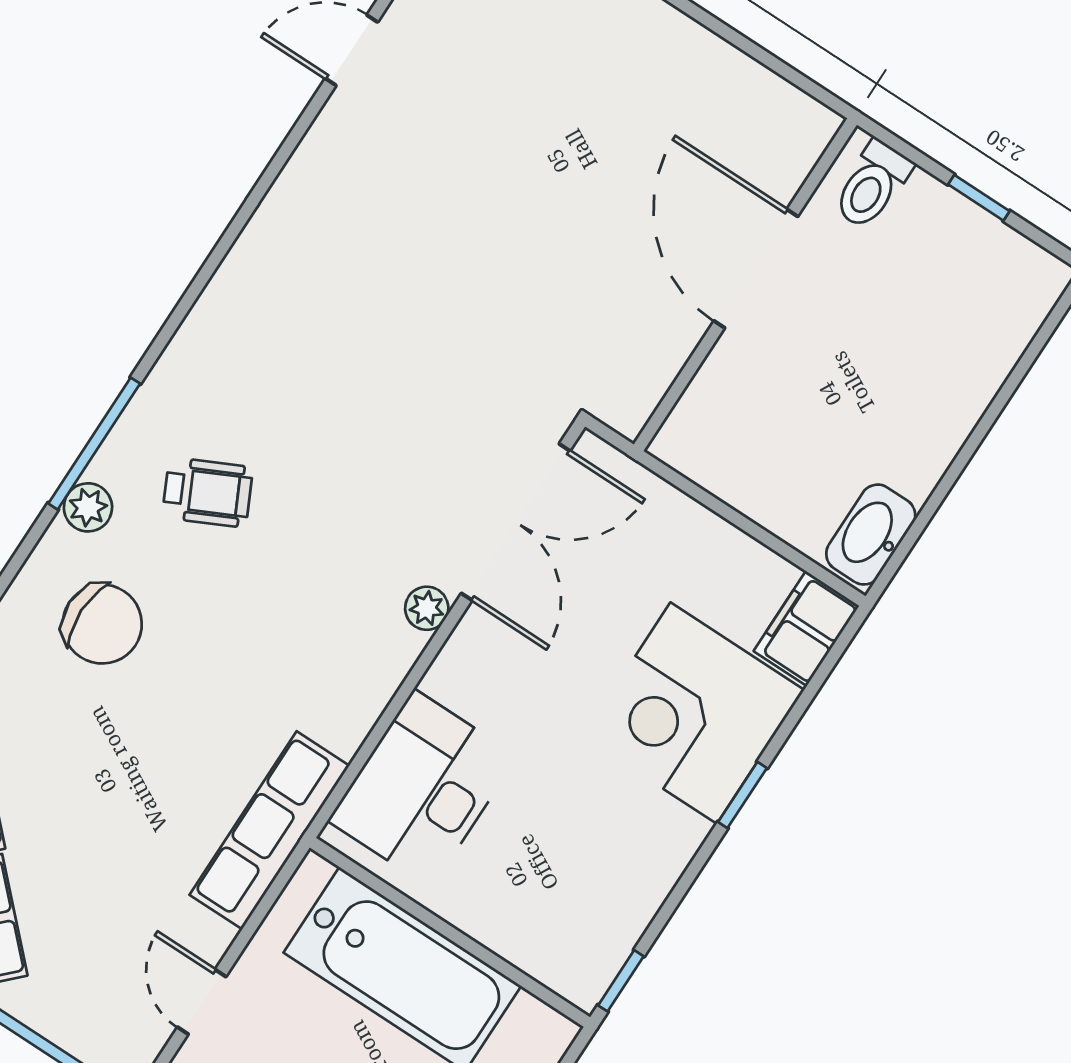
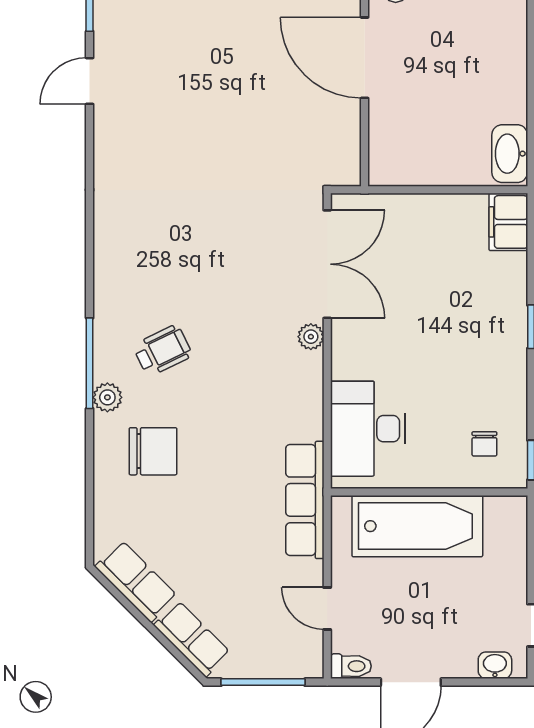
corner desk: (694, 713) -> (479, 302), removed
chair: (571, 916) -> (484, 444), added

